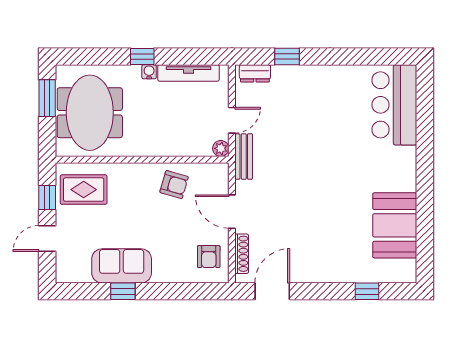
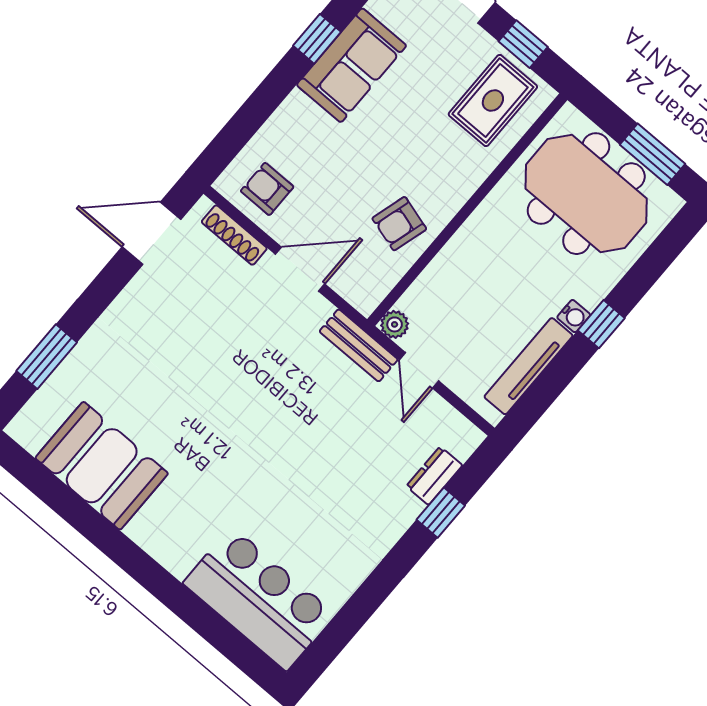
dresser: (255, 73) -> (434, 476), moved
door: (272, 291) -> (152, 233), swing flipped
window: (367, 291) -> (47, 357), width x1.50

